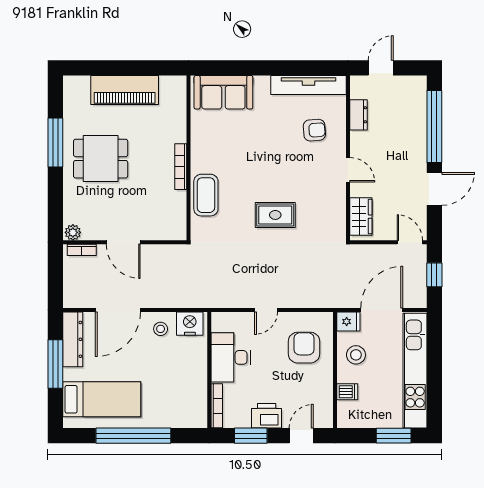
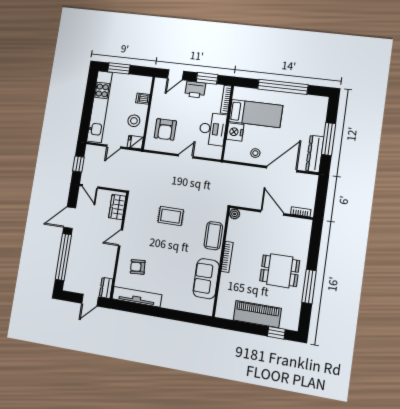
window: (93, 68) -> (276, 333), added
sofa: (223, 92) -> (206, 279), moved, turned -90
dresser: (359, 115) -> (106, 288), moved
door: (348, 170) -> (121, 238), hinge flipped
plant: (73, 232) -> (235, 214), moved
door: (382, 310) -> (114, 147), width x0.53
nightstand: (190, 324) -> (235, 132), moved, turned 90
bed: (102, 399) -> (256, 114), moved, turned 180

